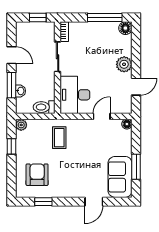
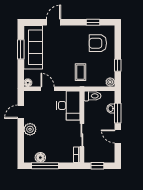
floor lamp: (125, 28) -> (40, 158), moved
door: (102, 116) -> (48, 89), swing flipped
armchair: (37, 175) -> (98, 43), turned 90
sofa: (120, 177) -> (33, 47), width x1.36

